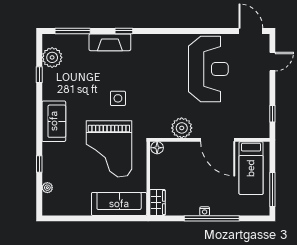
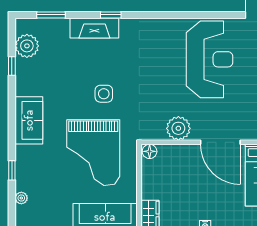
window: (73, 31) -> (51, 15), width x0.69

